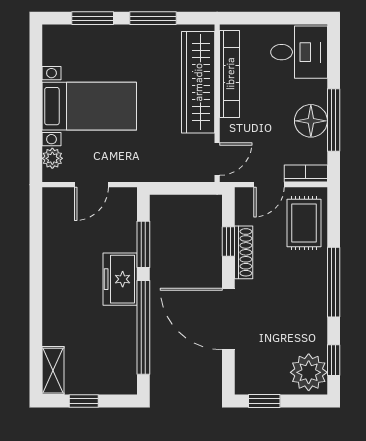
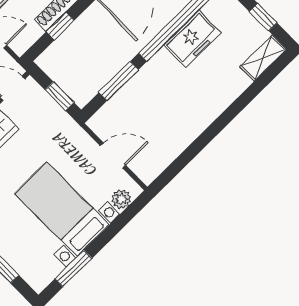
window: (36, 70) -> (73, 268), added
window: (176, 188) -> (59, 96), added
freezer: (120, 279) -> (192, 39), moved

